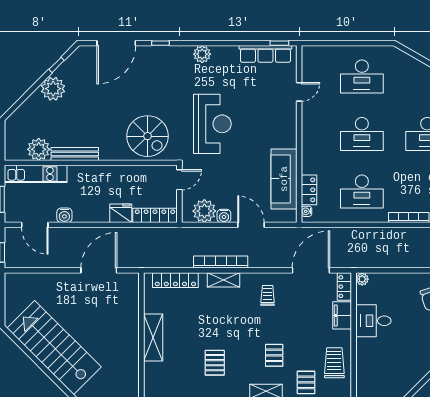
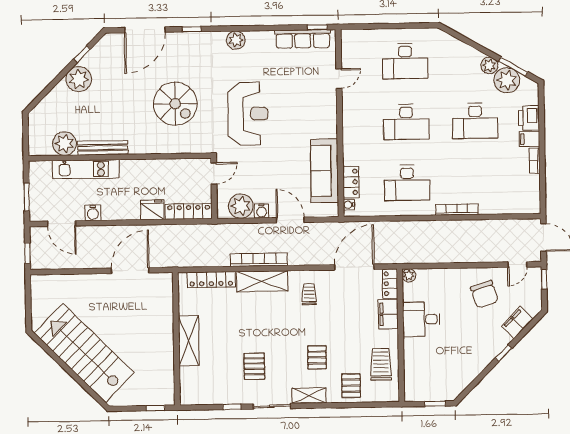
spiral stairs: (148, 136) -> (175, 104), moved
kitchen unit: (36, 174) -> (86, 169), moved
shelving: (223, 280) -> (262, 281), width x1.50, depth x1.33

